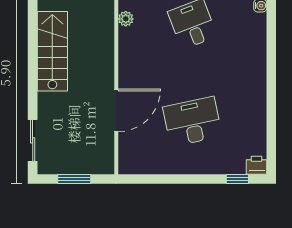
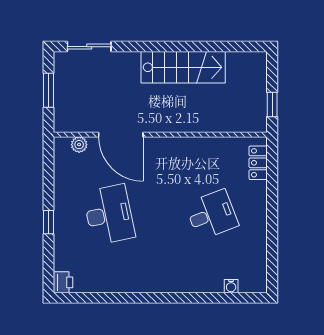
plant: (126, 19) -> (79, 145), moved
window: (237, 179) -> (49, 222), moved

